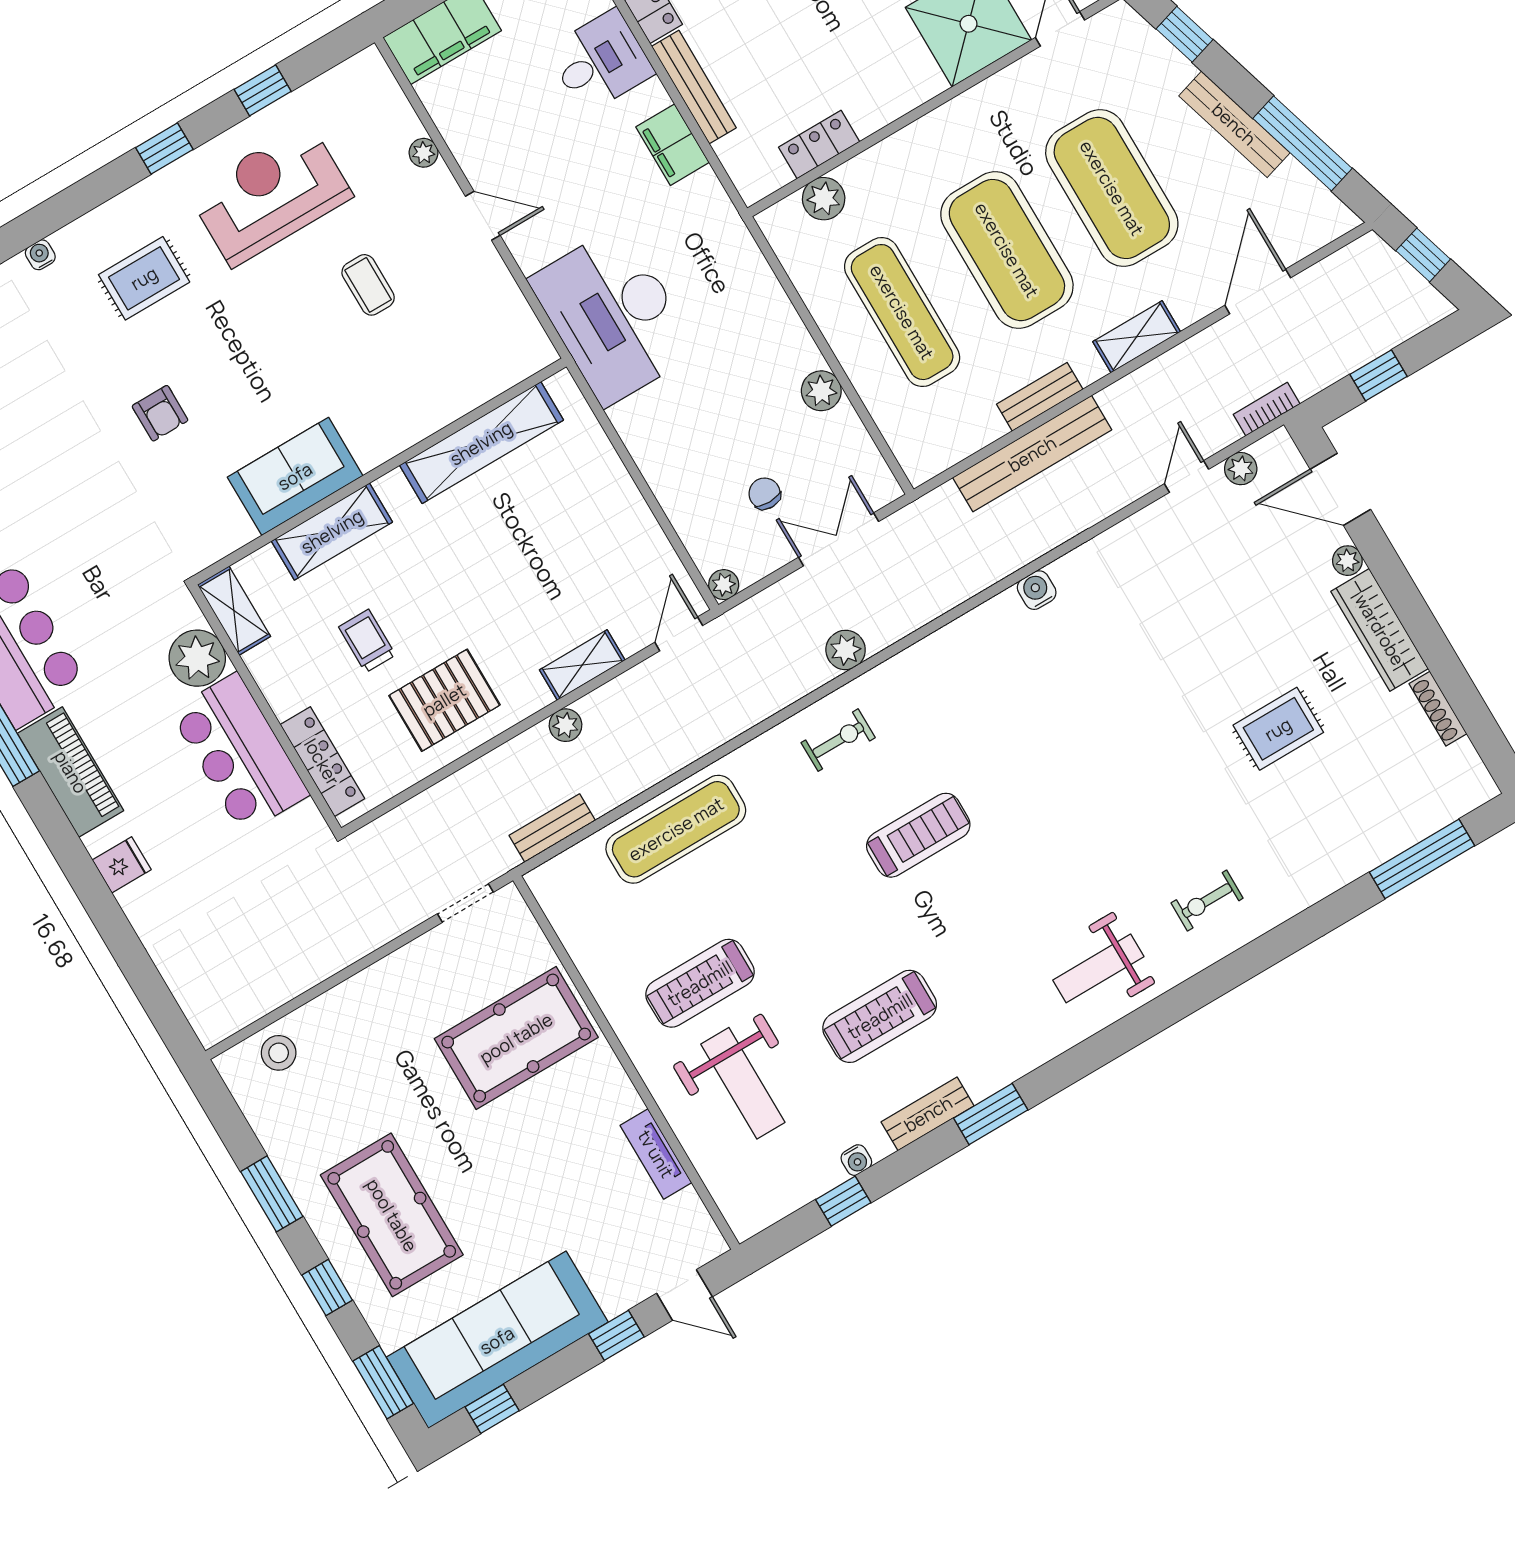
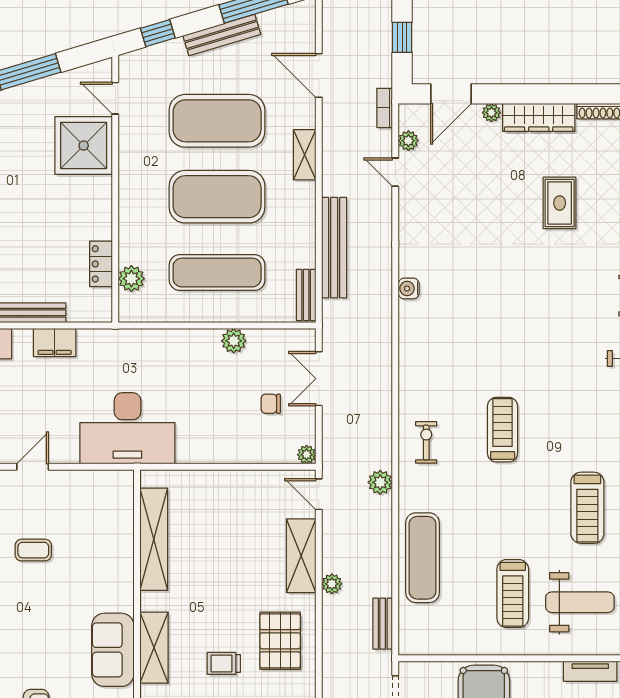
bench: (1040, 397) -> (306, 295), moved
plant: (846, 650) -> (380, 482), moved
shelving: (582, 665) -> (301, 556), width x1.50, depth x1.33

